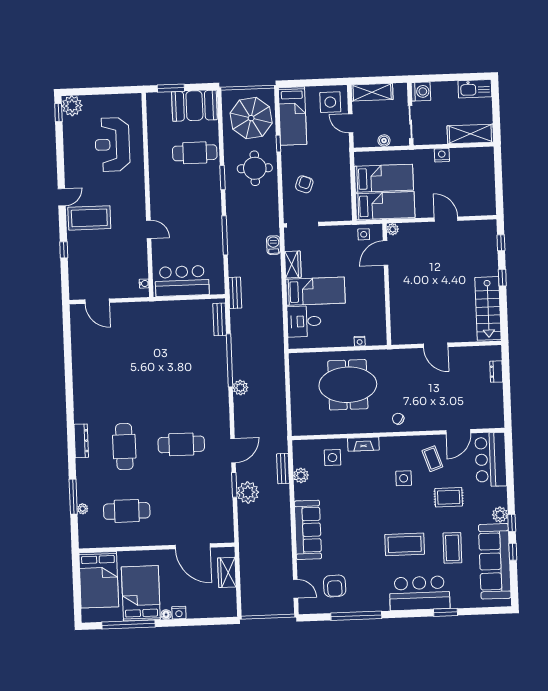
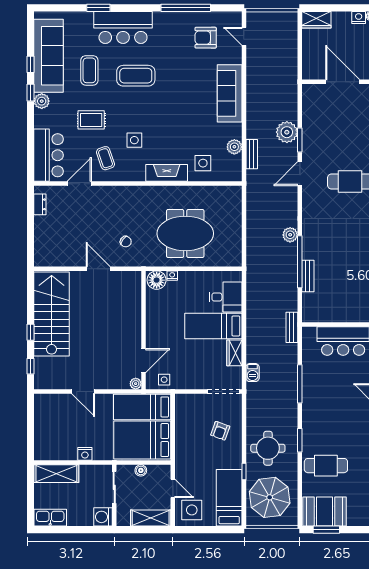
window: (171, 88) -> (326, 530), moved
bed: (384, 178) -> (142, 440), width x1.50
stairs: (488, 308) -> (52, 314), width x1.36, depth x1.51
bench: (220, 319) -> (308, 276), moved
floor lamp: (375, 336) -> (157, 280), added
dresser: (496, 372) -> (40, 204), moved
chair: (398, 419) -> (126, 242), moved
fireplace: (363, 444) -> (167, 173), width x1.37, depth x1.32
wardrobe: (227, 572) -> (316, 20), moved, turned 90
armchair: (335, 586) -> (206, 38), turned -88

